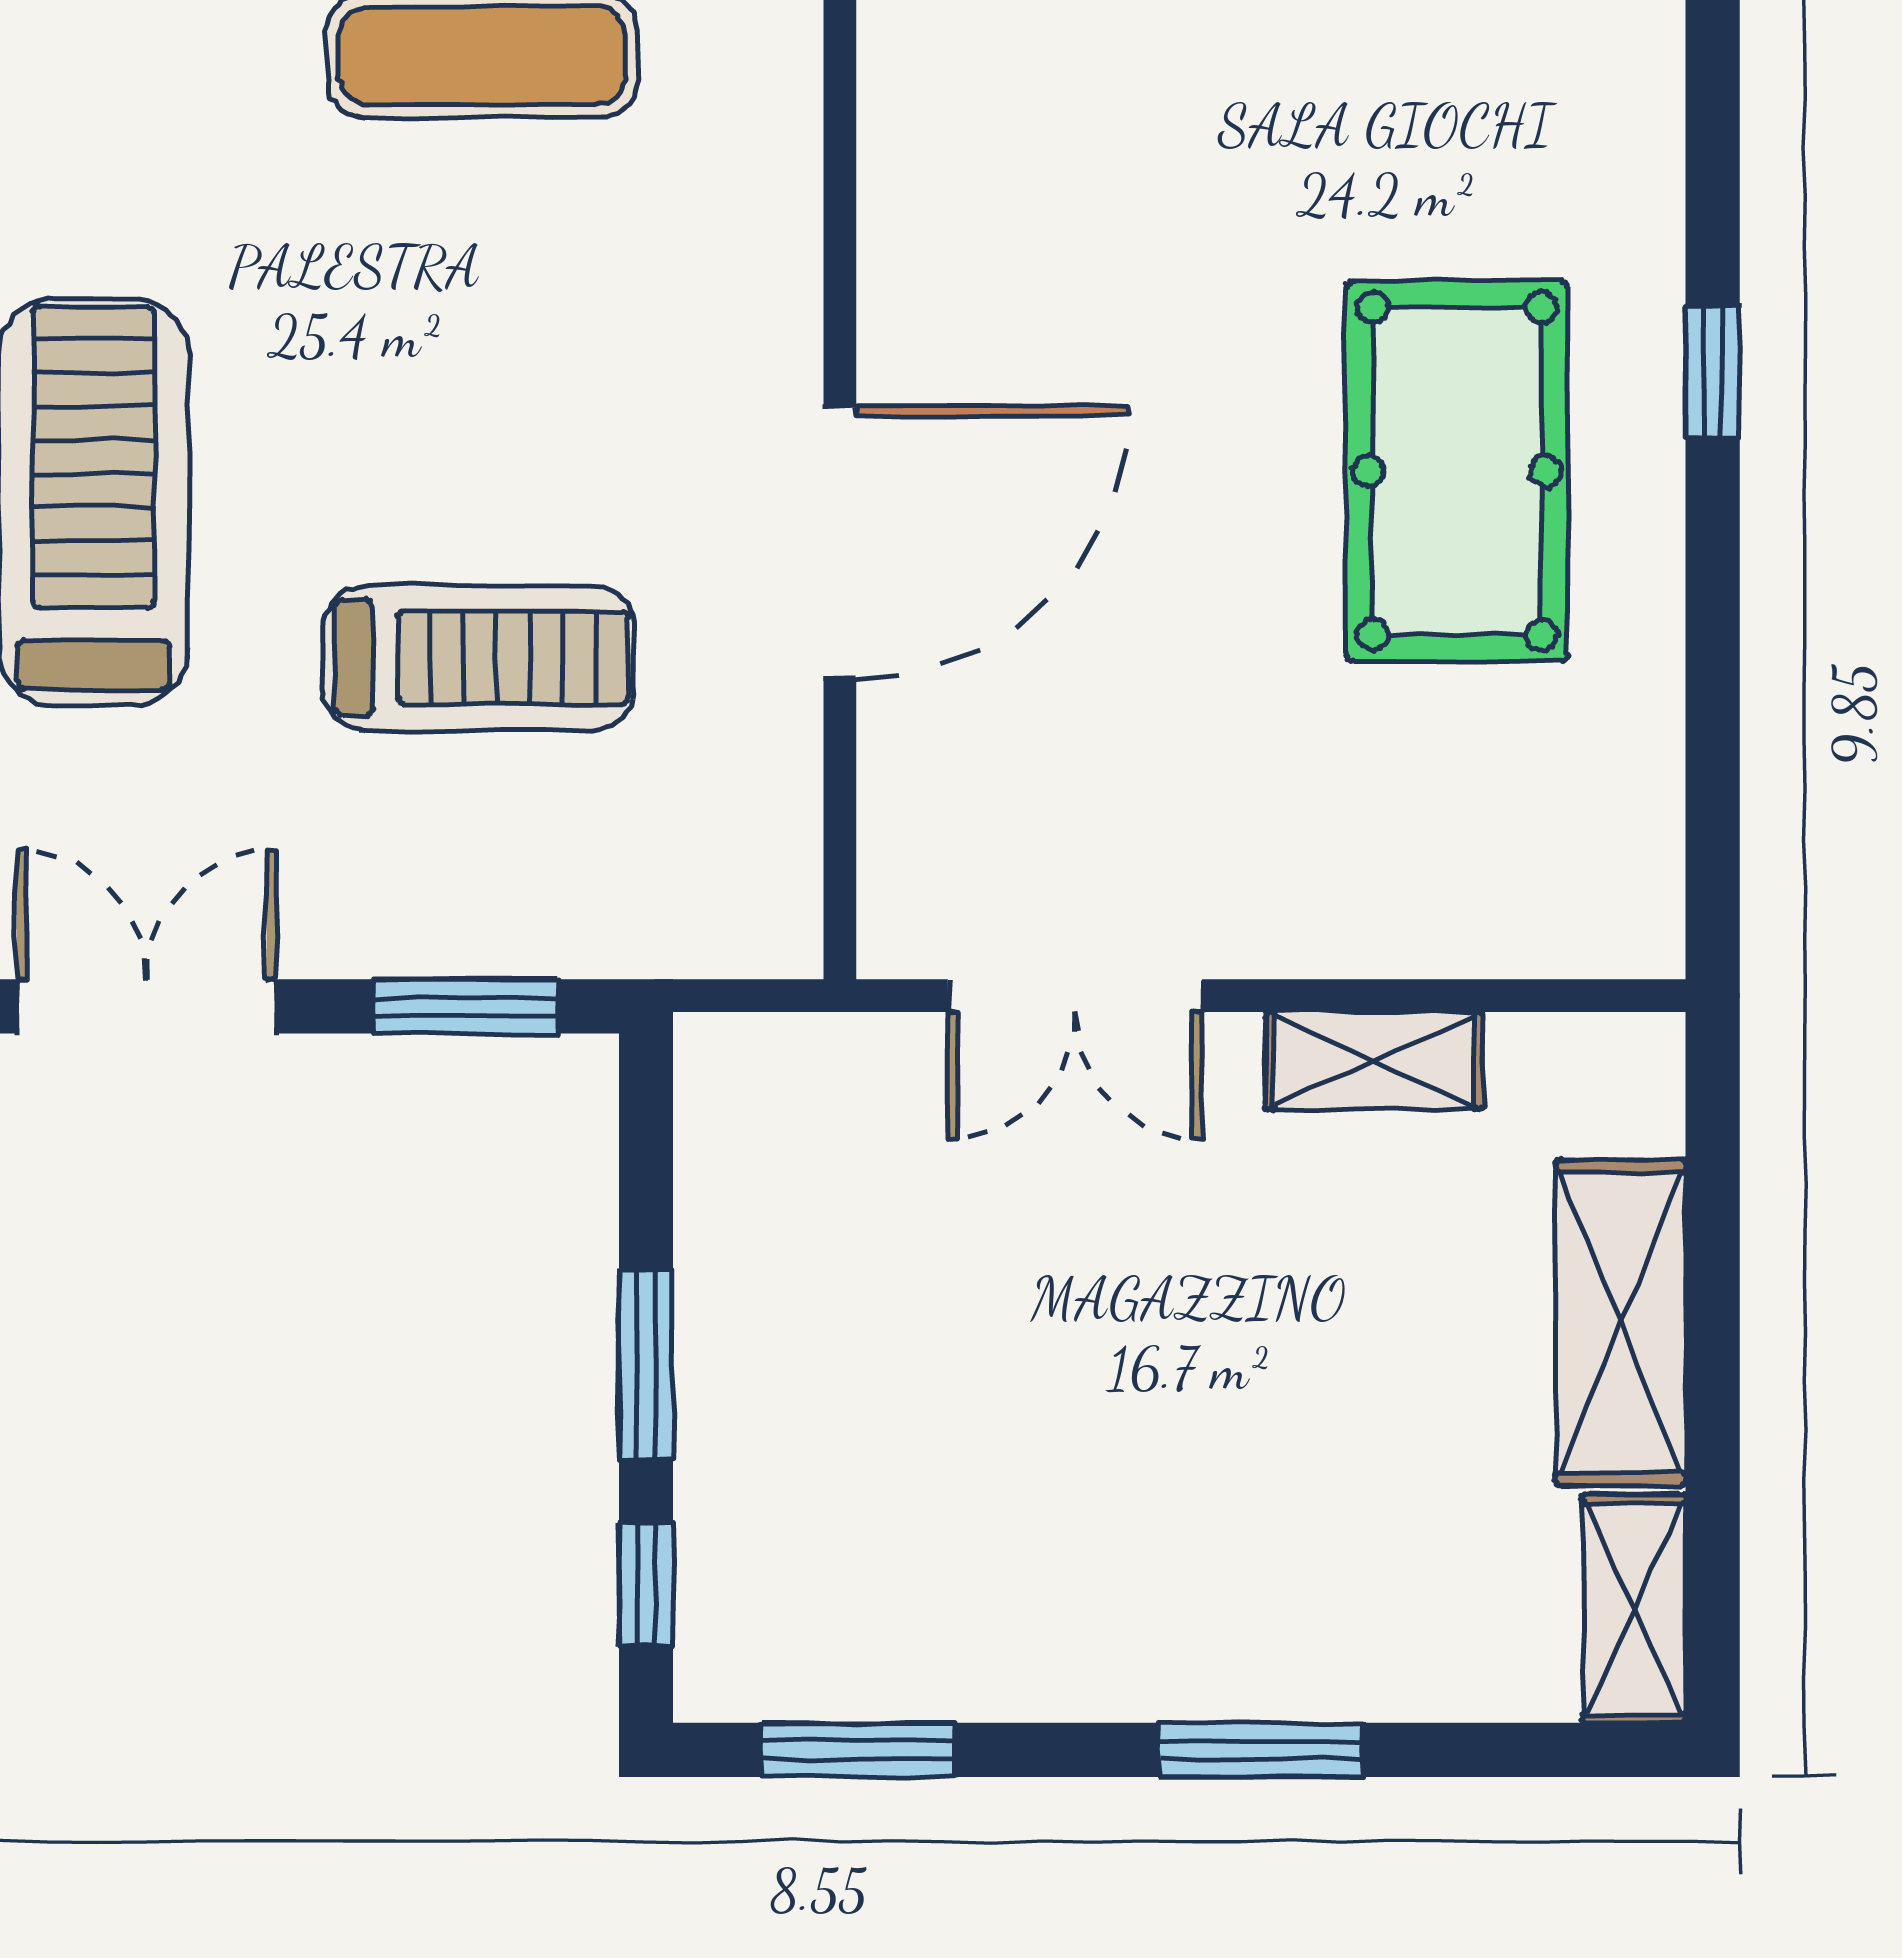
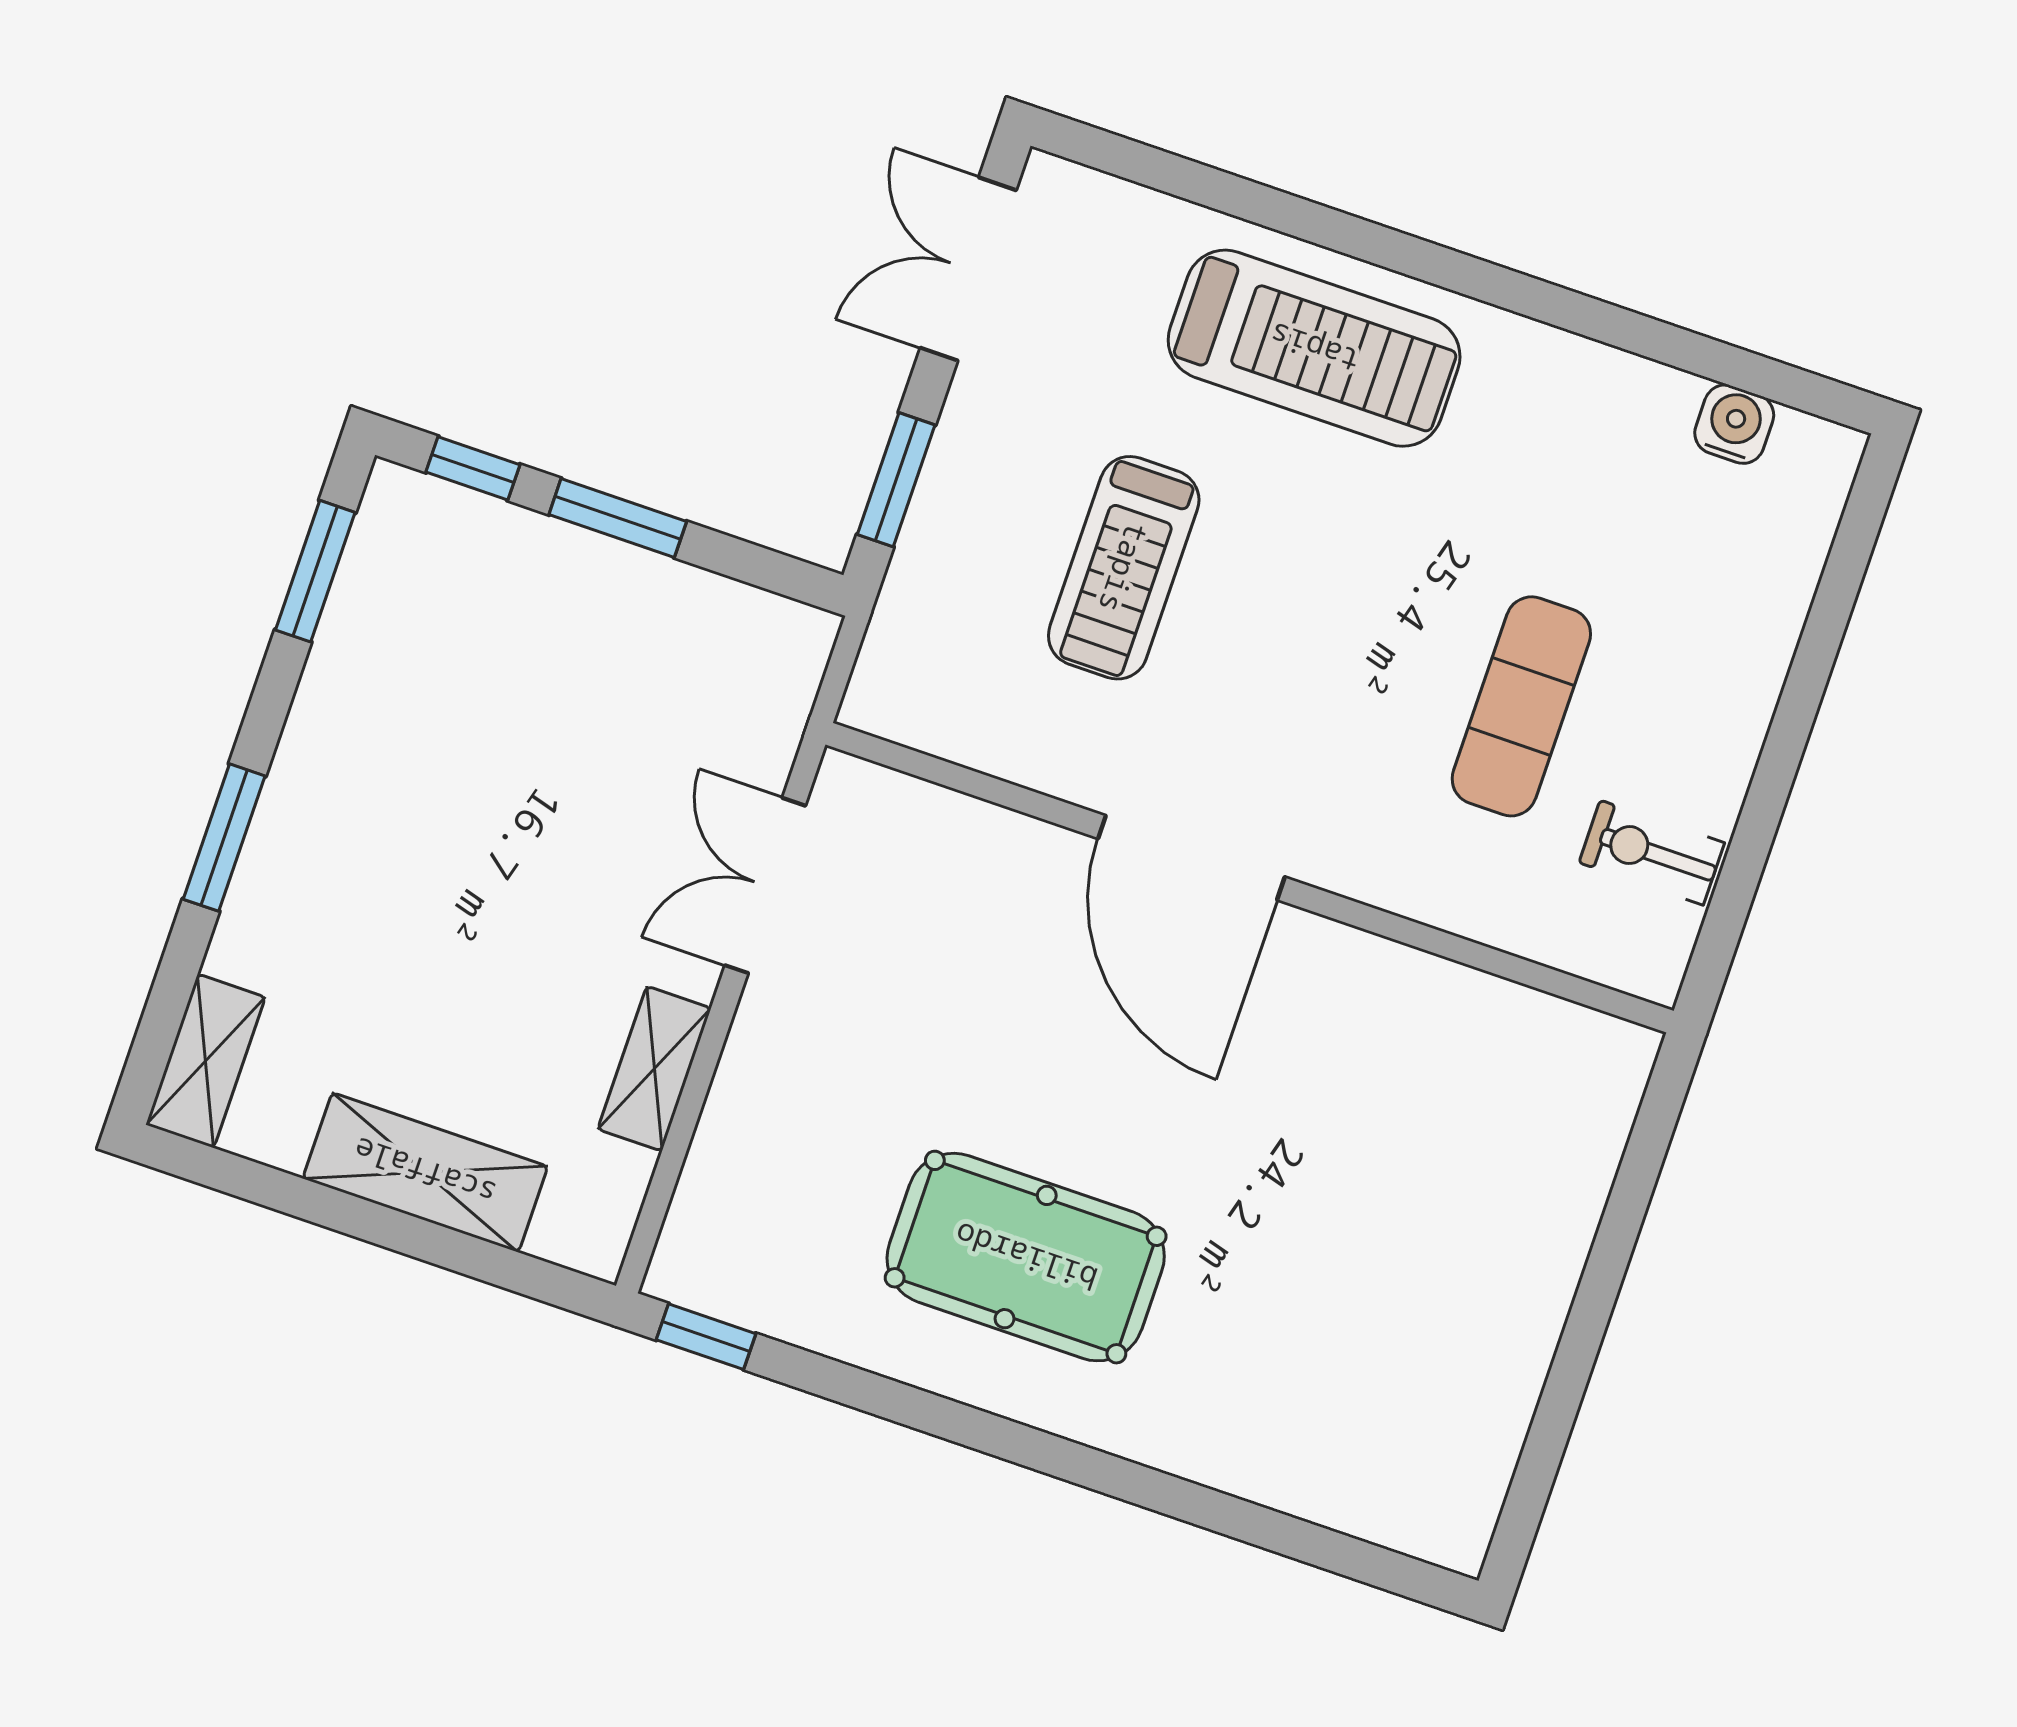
window: (1713, 371) -> (706, 1337), moved
door: (840, 542) -> (1191, 858), moved
double door: (147, 1006) -> (968, 269), swing flipped
shelving: (1634, 1609) -> (206, 1061), moved, turned 90

